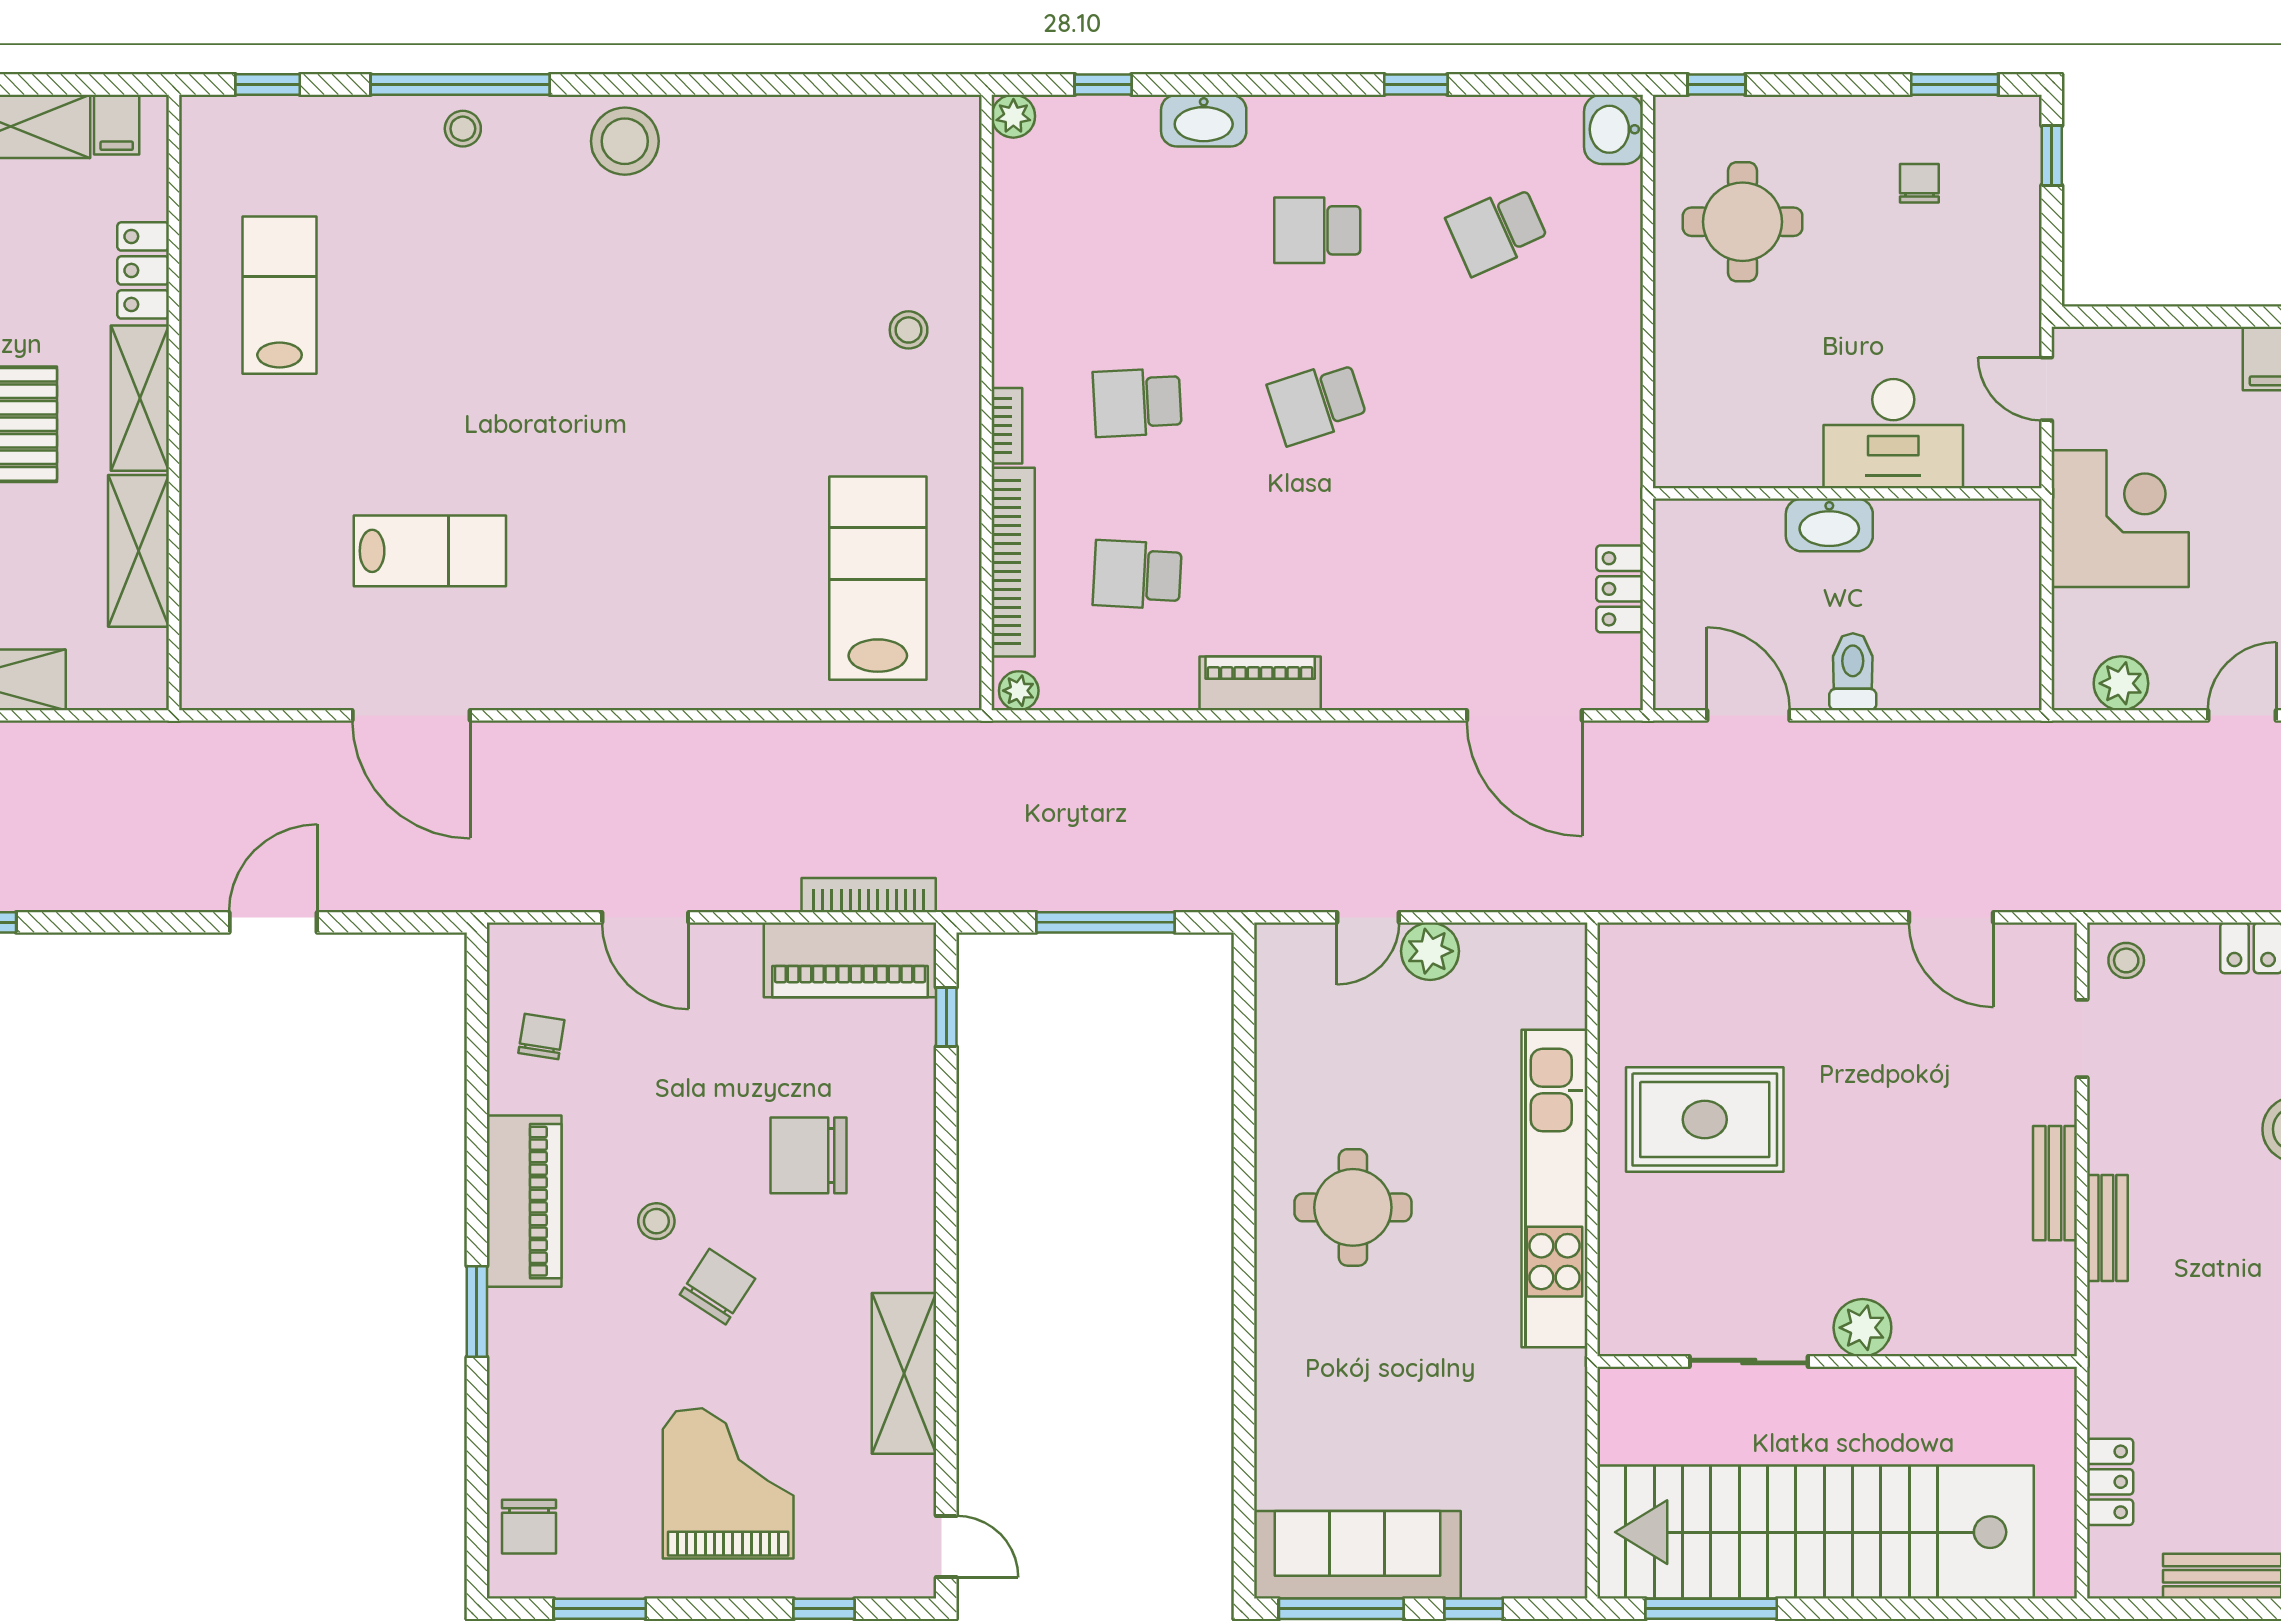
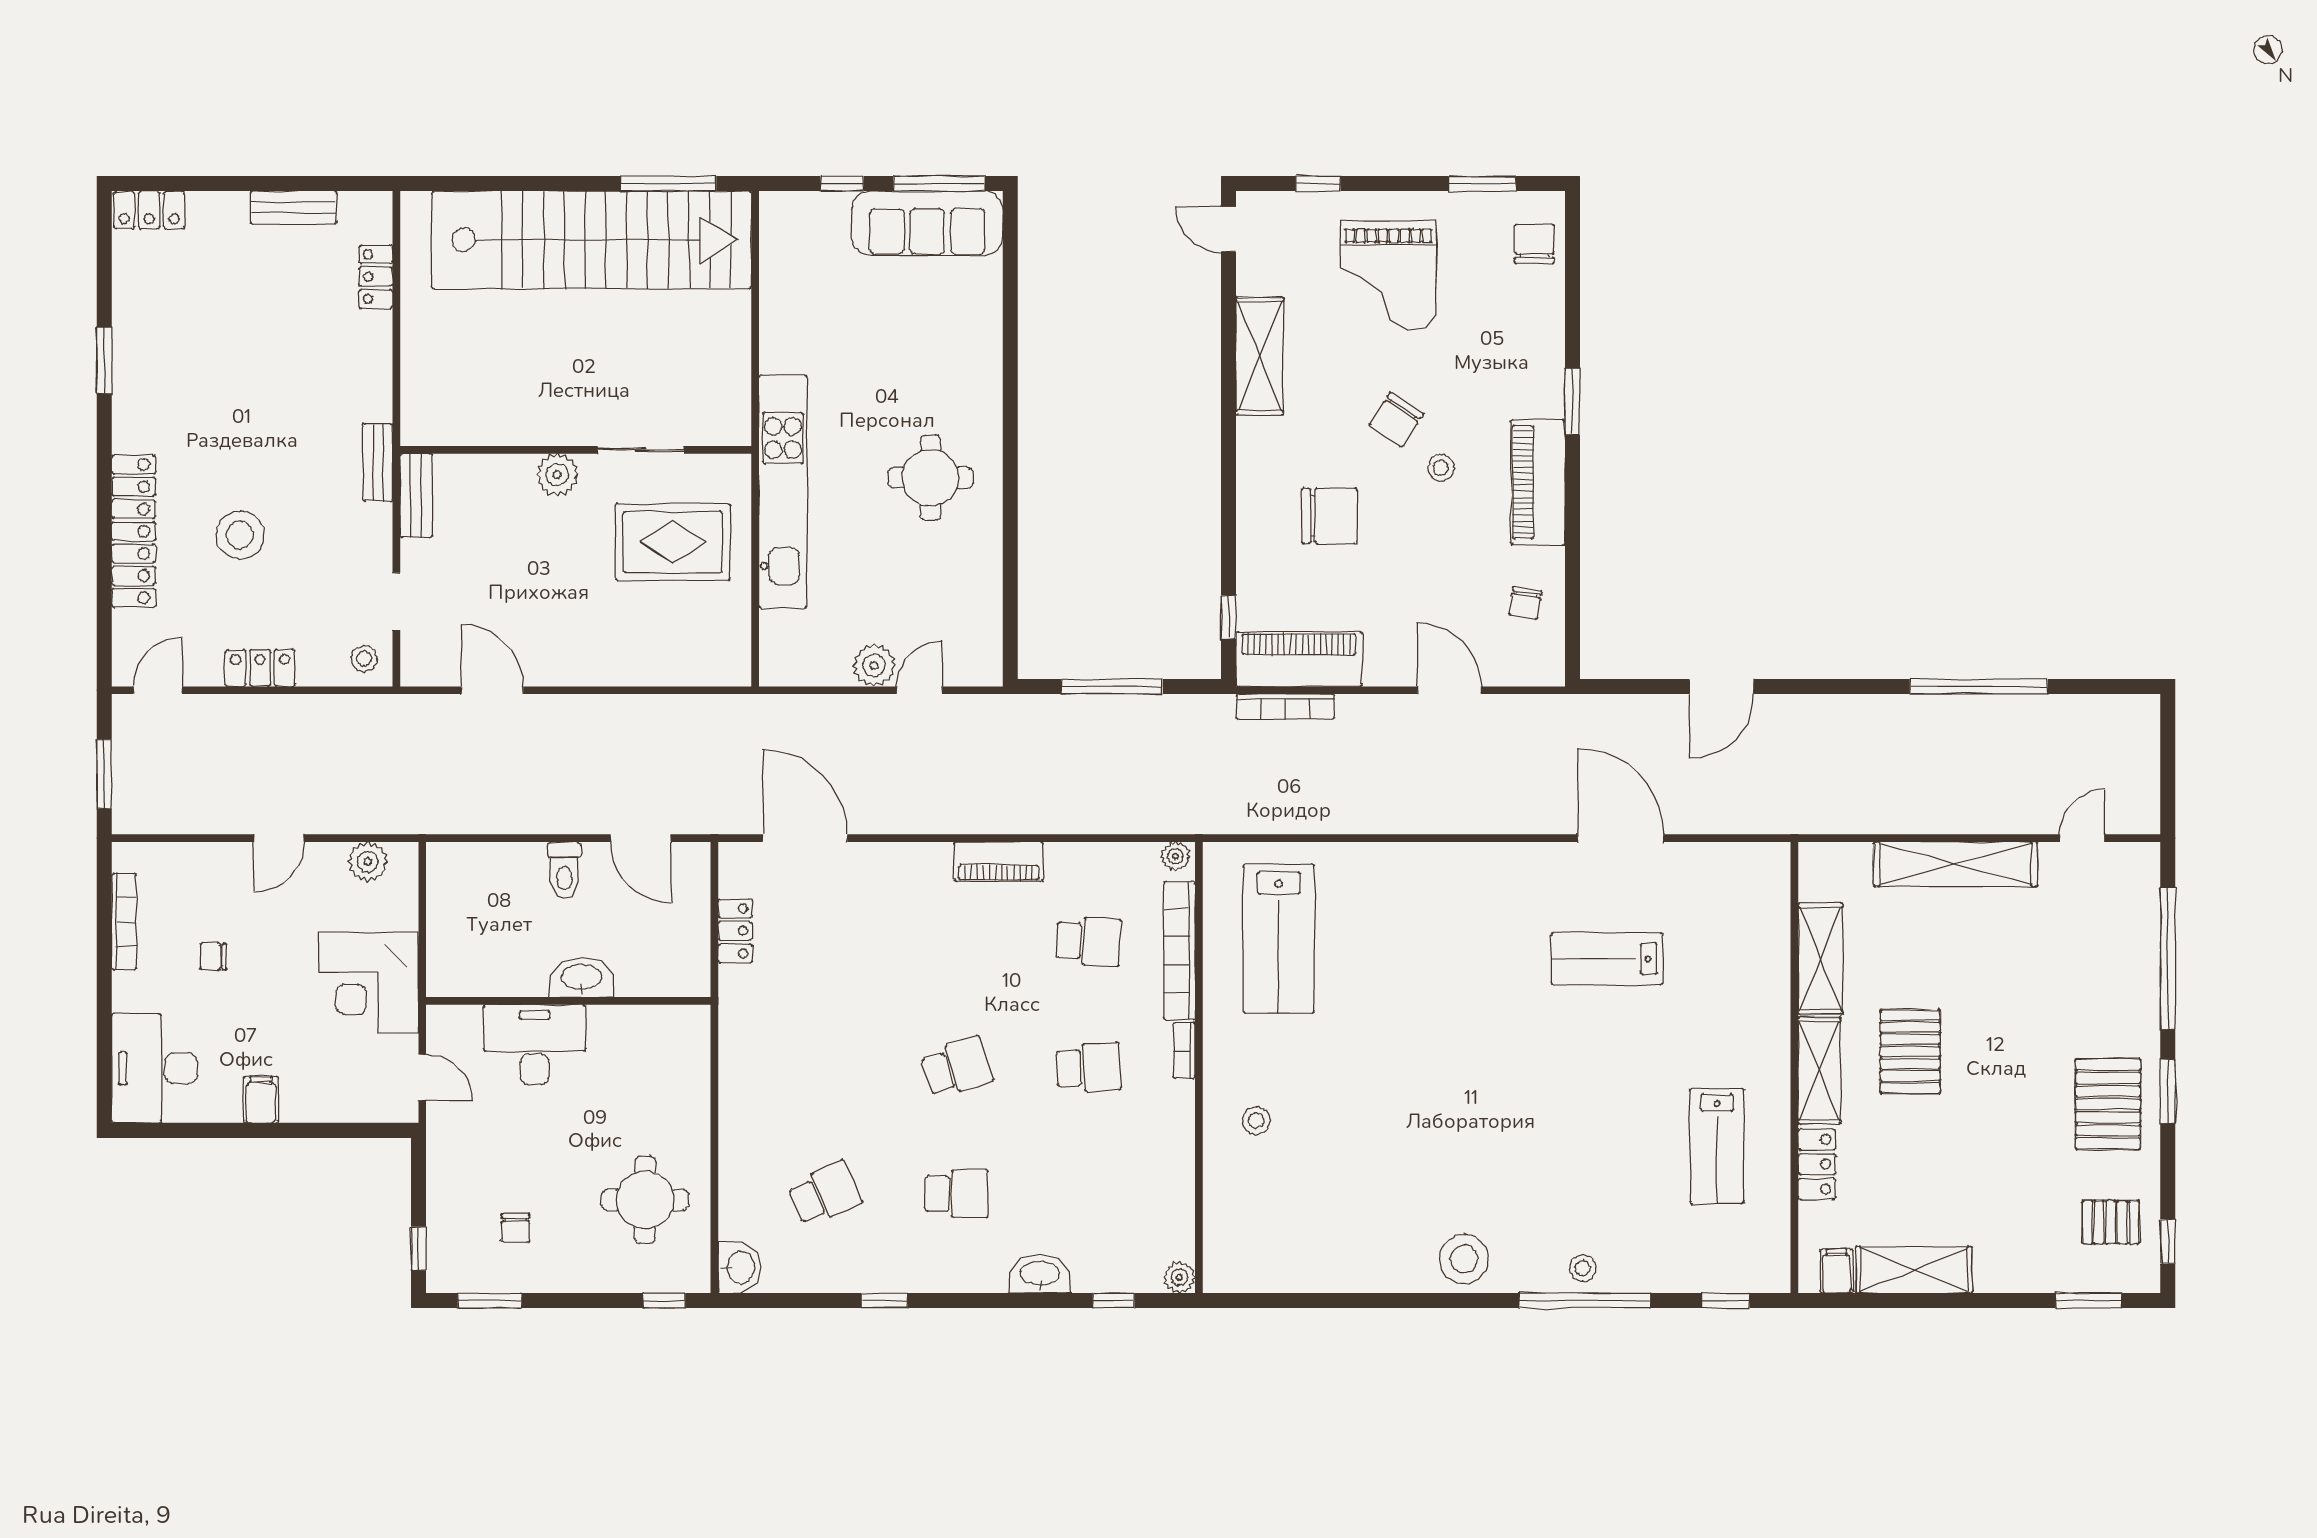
plant: (1862, 1328) -> (557, 475), moved
sliding door: (1749, 1362) -> (641, 450), moved
wall: (1837, 1362) -> (576, 450), moved

